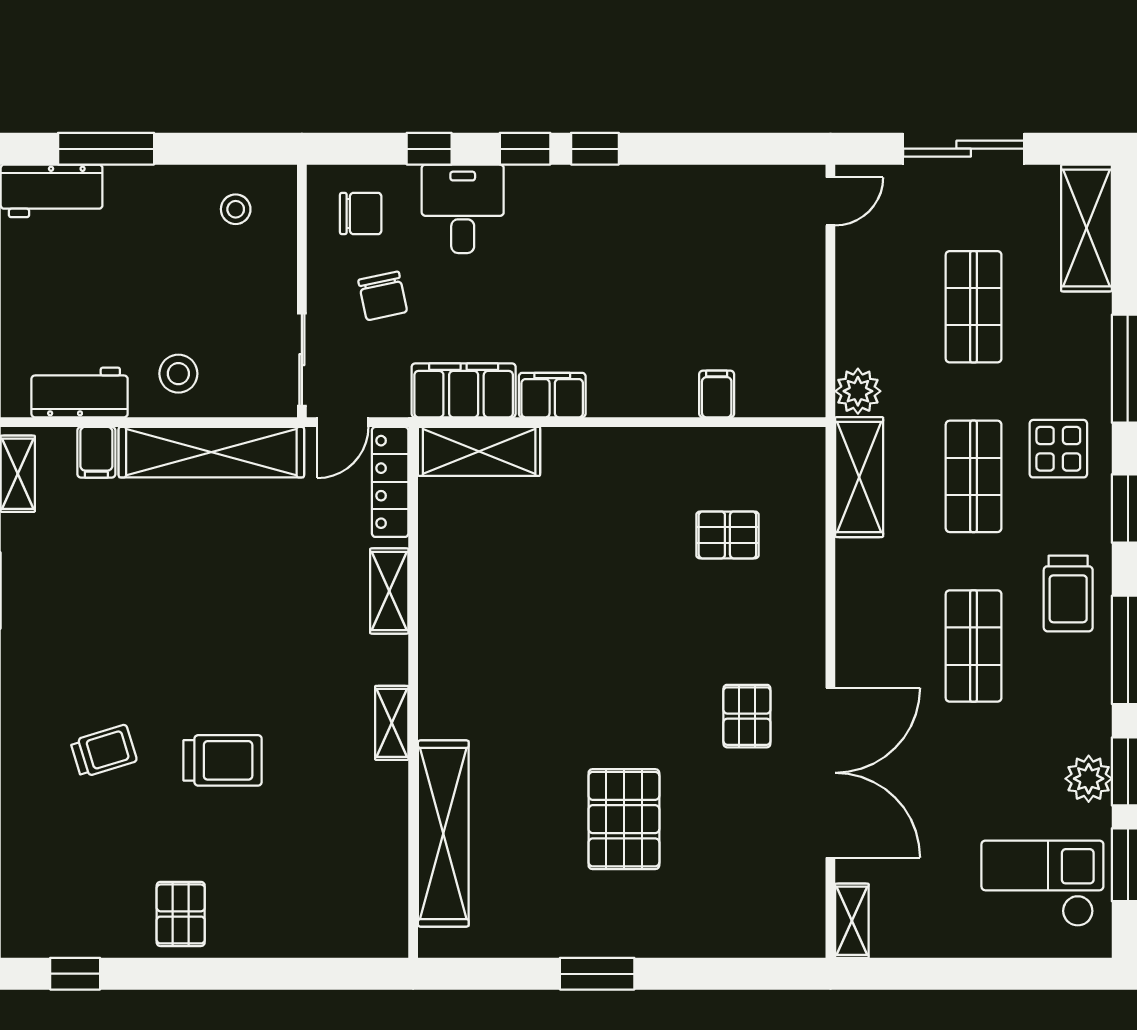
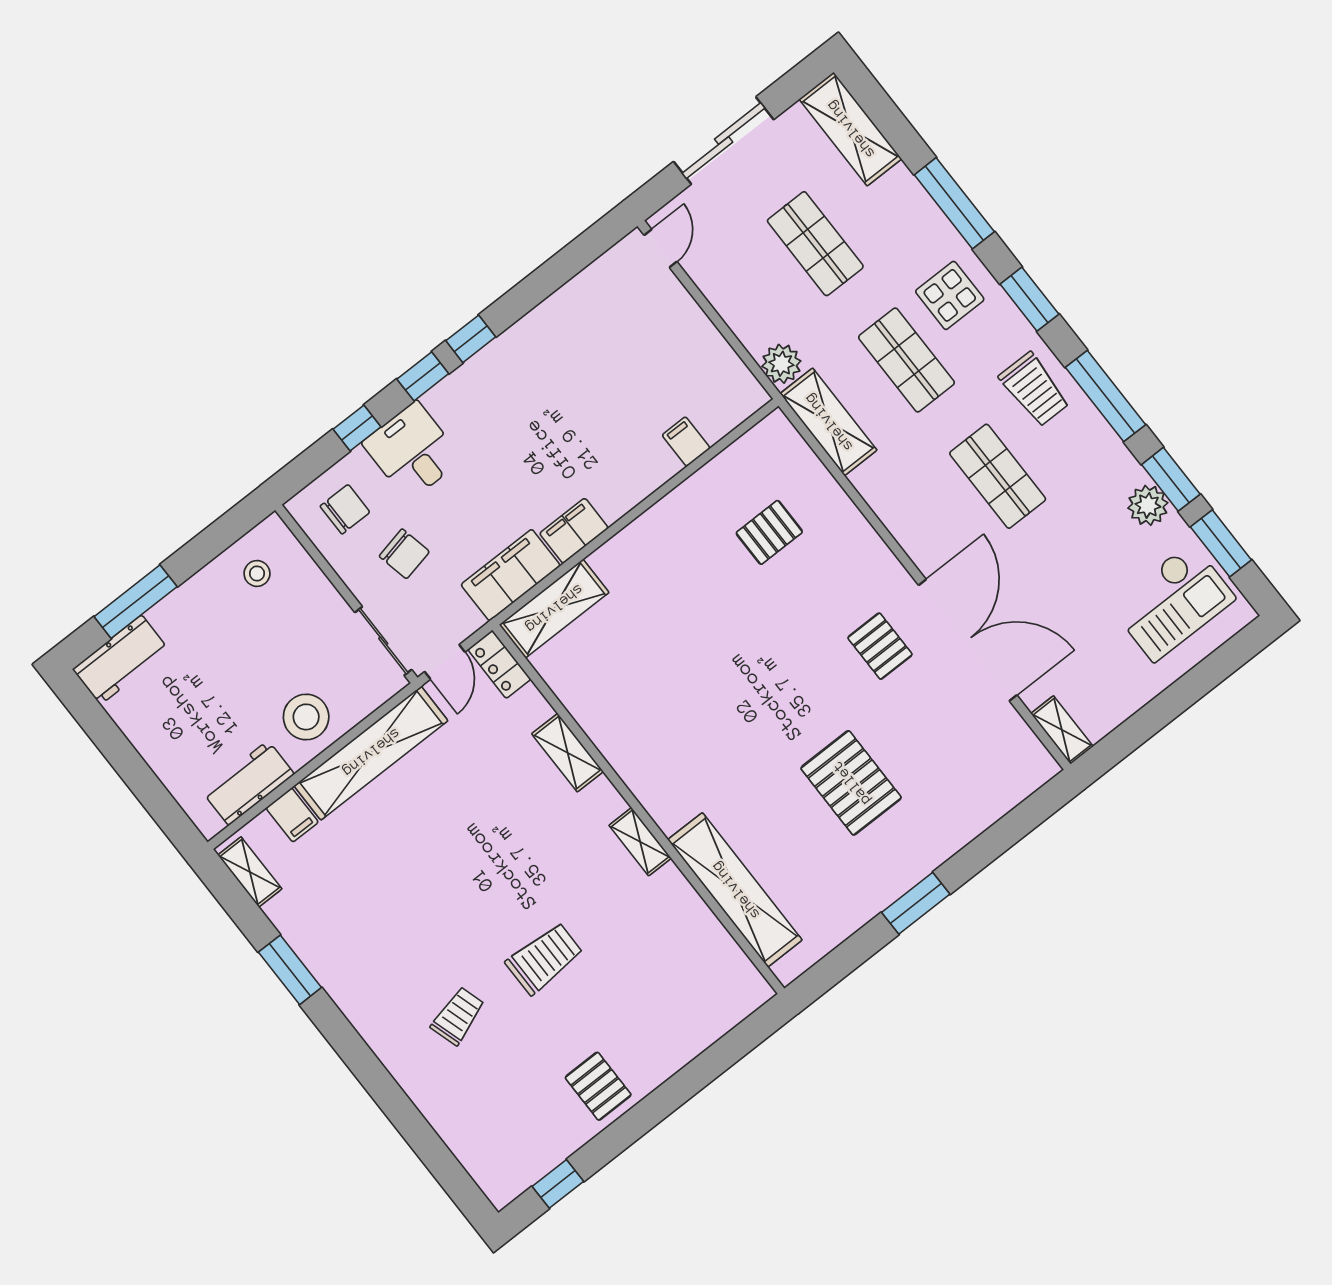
stool: (178, 374) -> (306, 717), width x1.38, depth x1.38
locker: (390, 482) -> (499, 664), width x0.66
checkout: (1042, 883) -> (1173, 602), turned 180

